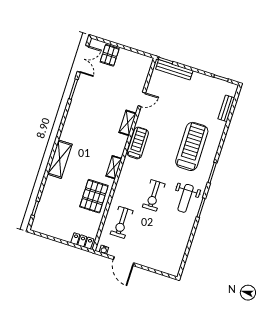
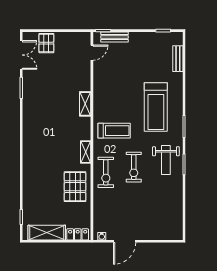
bench: (174, 70) -> (115, 37), width x0.73
door: (142, 99) -> (92, 53), moved
treadmill: (138, 143) -> (114, 131), moved, turned 90
treadmill: (192, 146) -> (156, 107), turned 180
shelving: (60, 159) -> (47, 233), moved, turned 90
exercise bike: (122, 222) -> (106, 172), moved
door: (124, 261) -> (125, 241), hinge flipped

